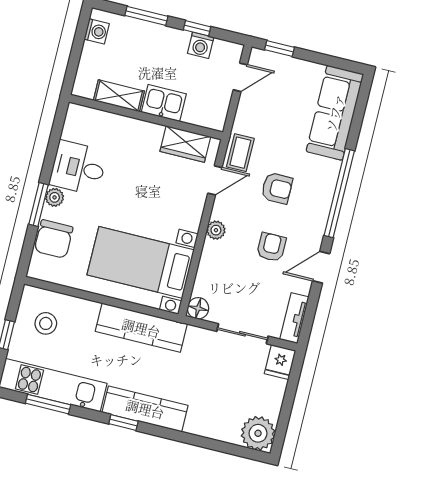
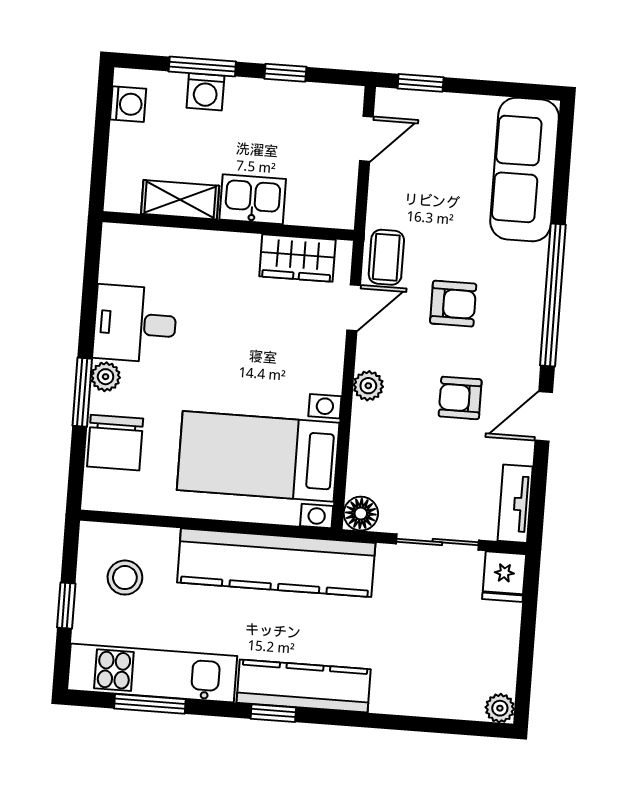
washing machine: (201, 45) -> (205, 92), moved
armchair: (271, 247) -> (460, 398), turned -90
kitchen counter: (141, 328) -> (276, 563), width x1.39, depth x1.17
plant: (258, 433) -> (500, 708), width x0.53, depth x0.53

